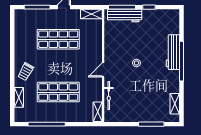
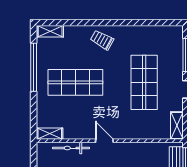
shop shelf: (58, 92) -> (75, 82), turned 90
shelving: (19, 97) -> (50, 31), moved

